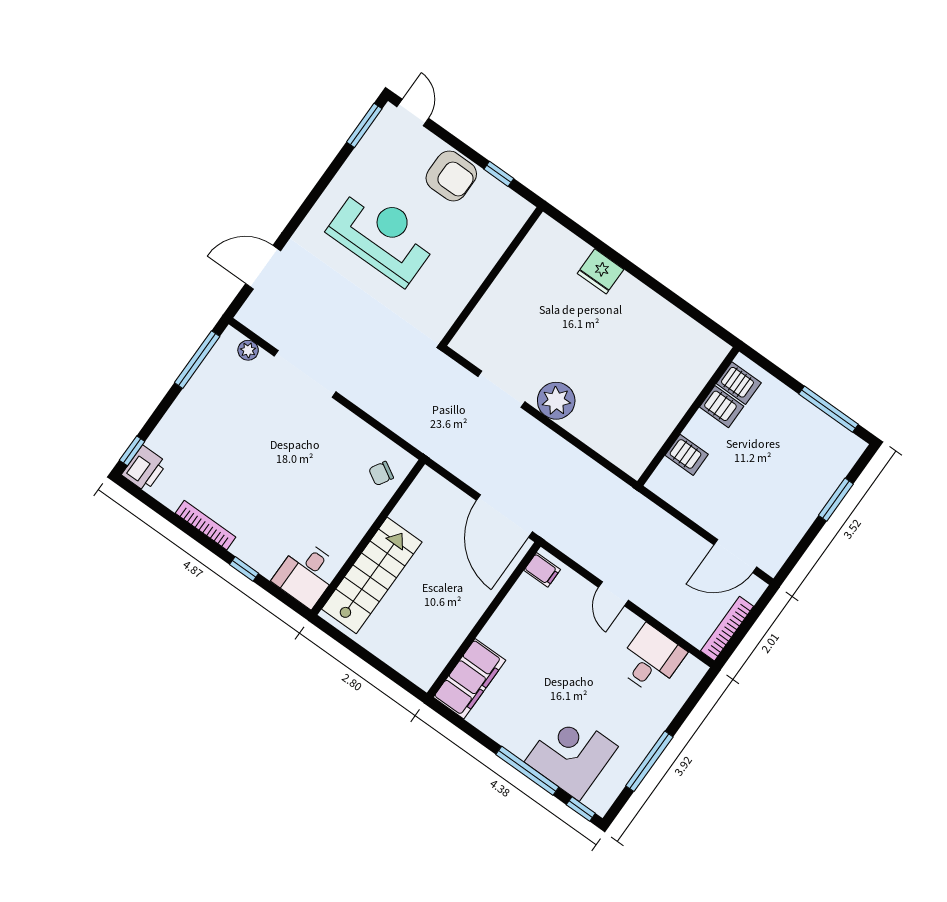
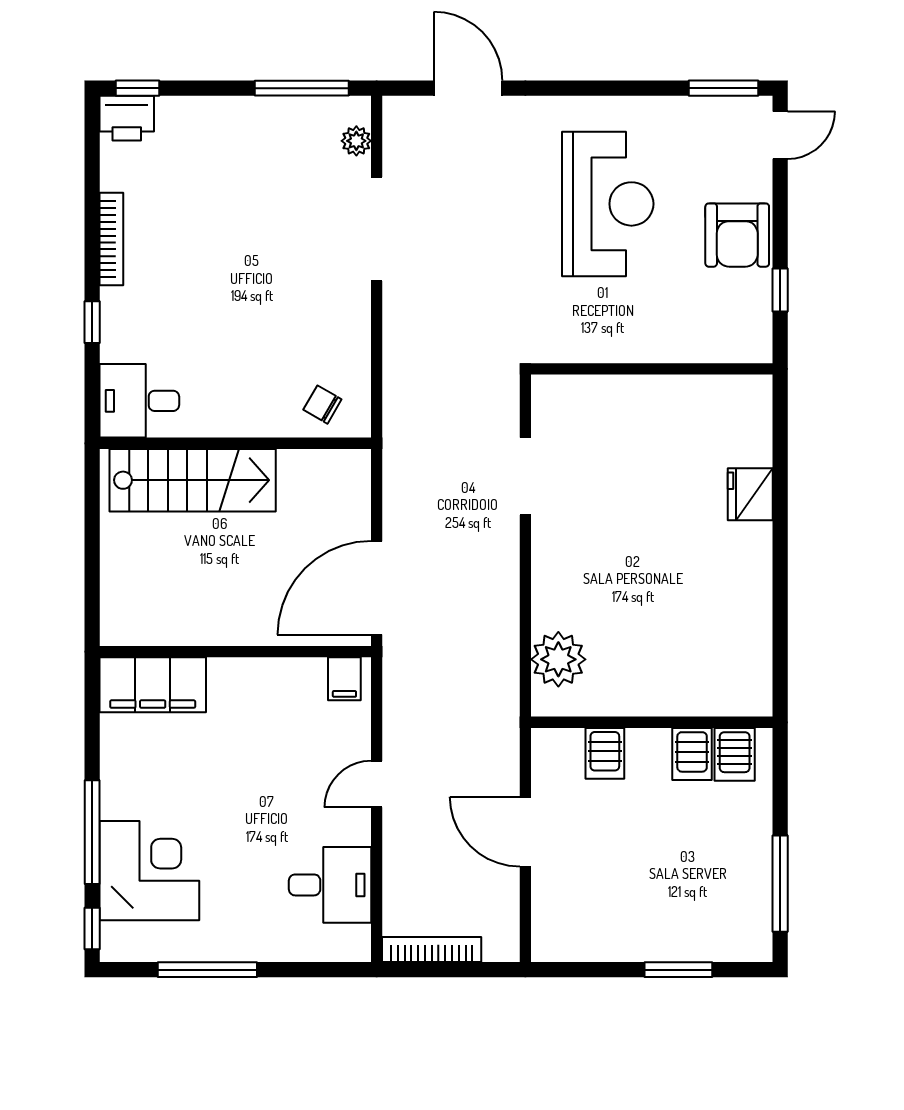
plant: (556, 401) -> (558, 659), moved
door: (735, 556) -> (525, 832), moved

